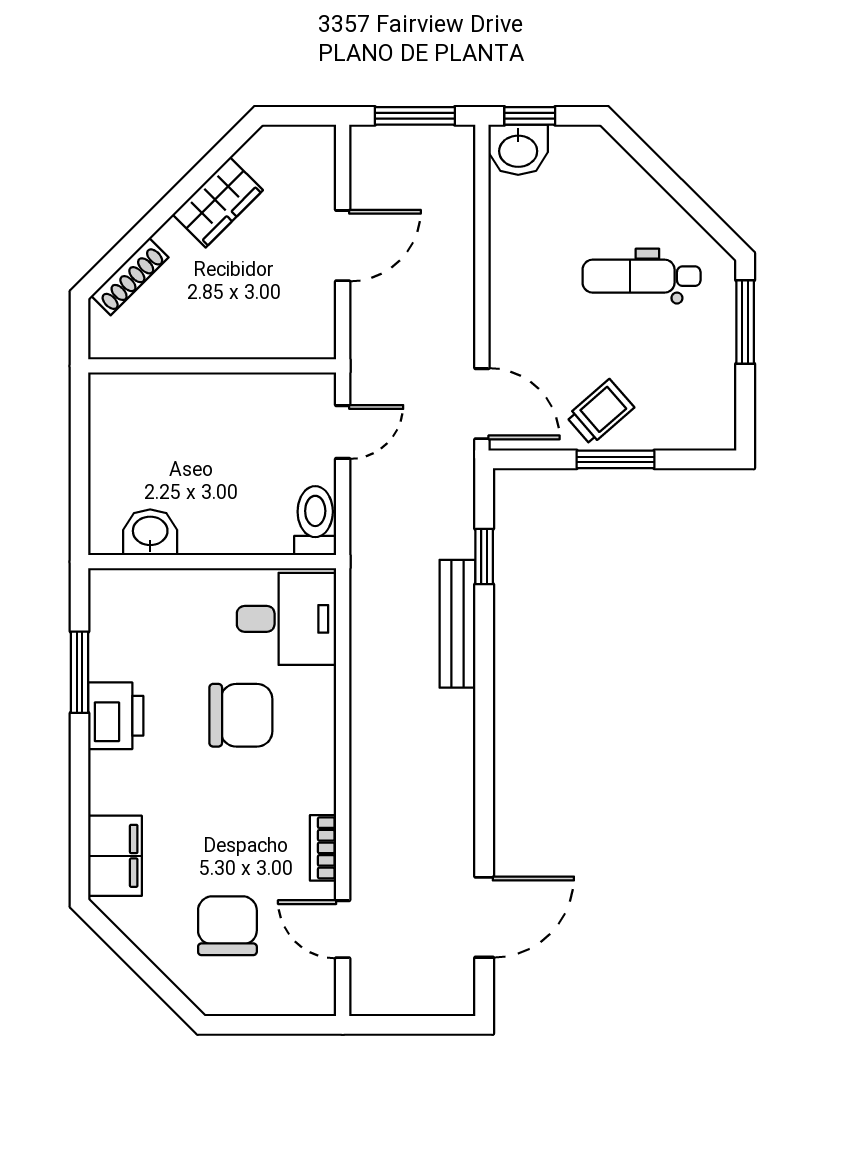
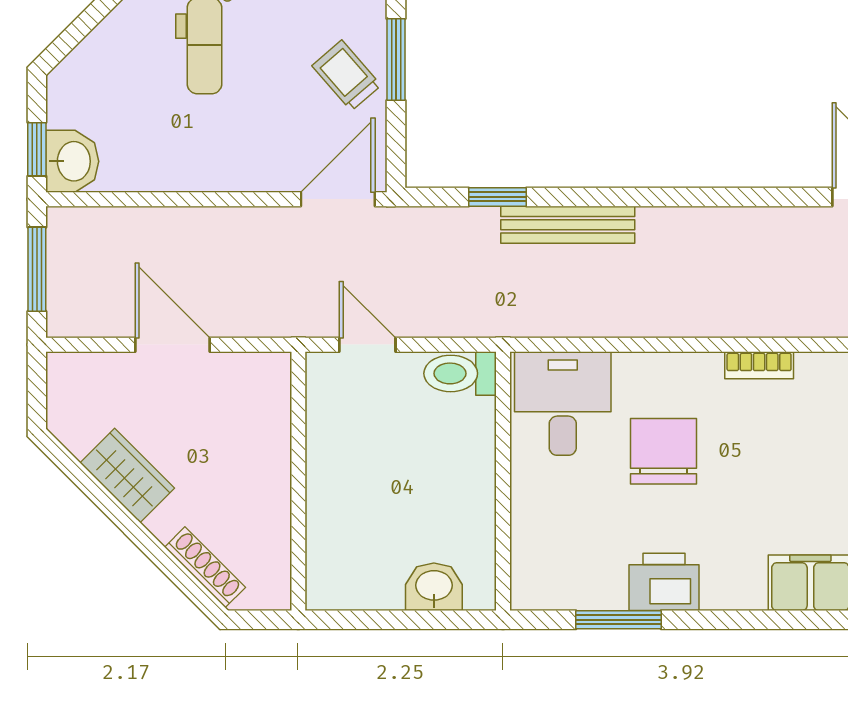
washbasin: (150, 532) -> (434, 587), moved, turned 90
bookcase: (323, 848) -> (759, 365), moved

